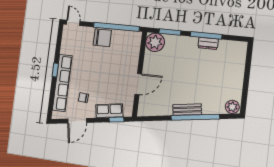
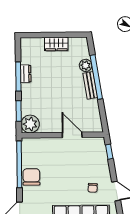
wardrobe: (236, 79) -> (56, 44), added
plant: (232, 107) -> (86, 65), moved
row of seats: (109, 111) -> (102, 160), removed

